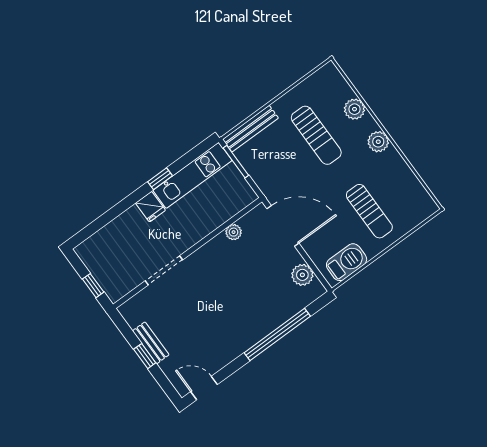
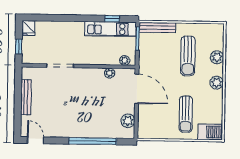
window: (160, 179) -> (112, 19), moved
plant: (241, 202) -> (125, 60), added
fridge: (150, 207) -> (28, 28), moved
barbecue: (347, 262) -> (210, 132), moved
bench: (151, 343) -> (26, 97), width x1.36
window: (145, 356) -> (18, 102), removed

